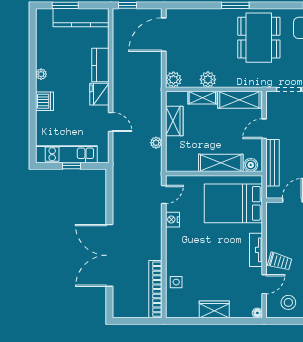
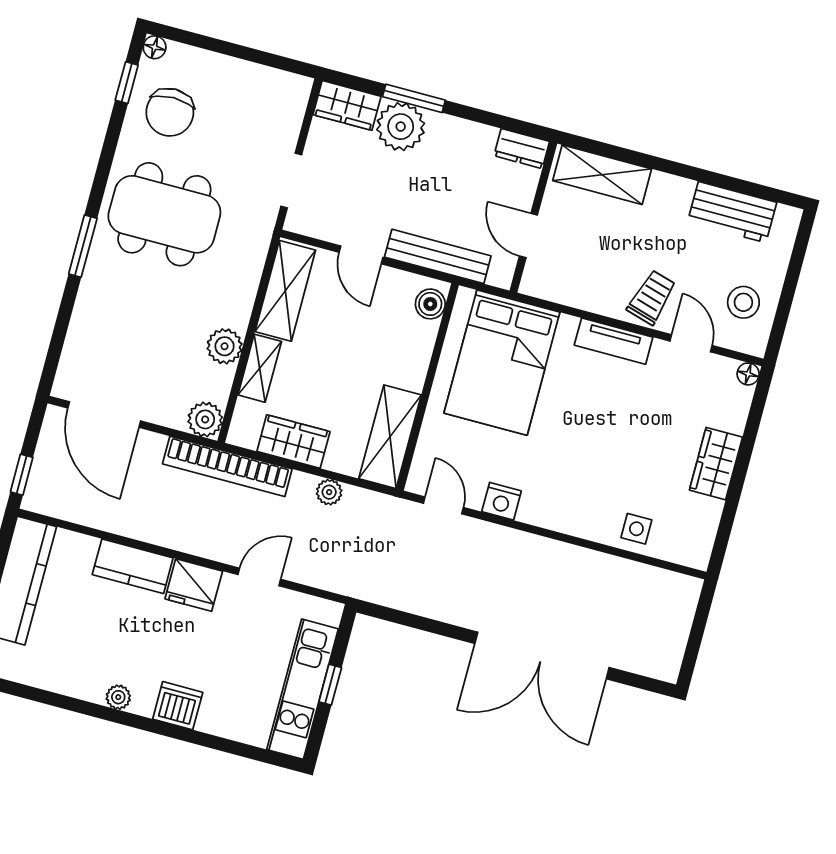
shelving: (221, 163) -> (390, 437), moved
bookcase: (155, 289) -> (227, 466), moved

